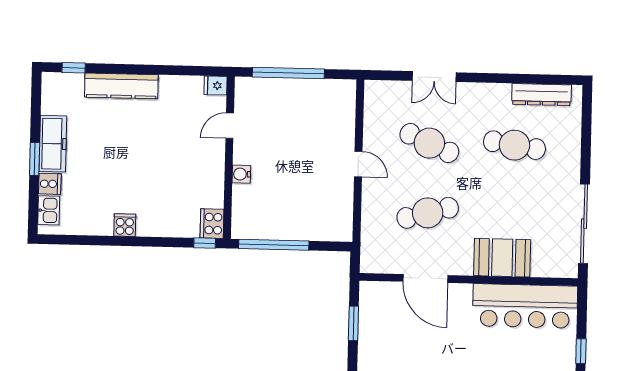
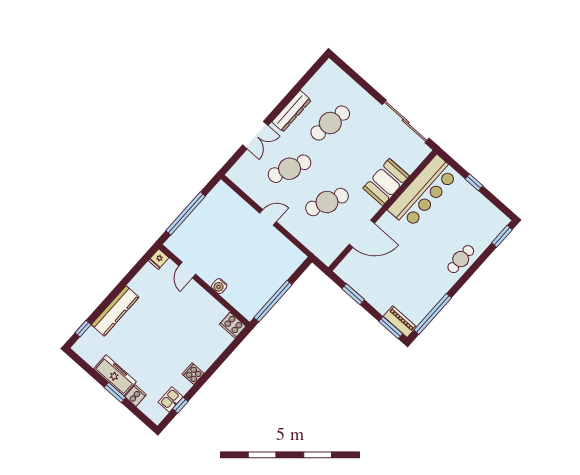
dresser: (542, 95) -> (292, 111), moved
kitchen sink: (49, 210) -> (171, 399), moved, turned -90
cafe table: (428, 213) -> (327, 202), turned 39
window: (205, 243) -> (180, 405), moved

